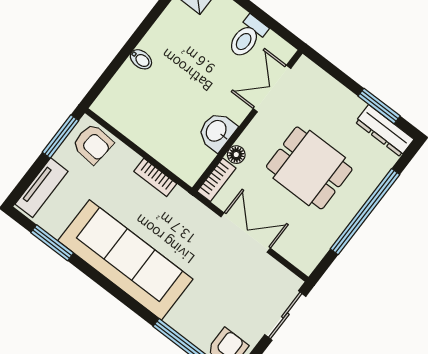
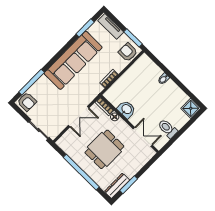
armchair: (93, 144) -> (128, 52), turned 85

